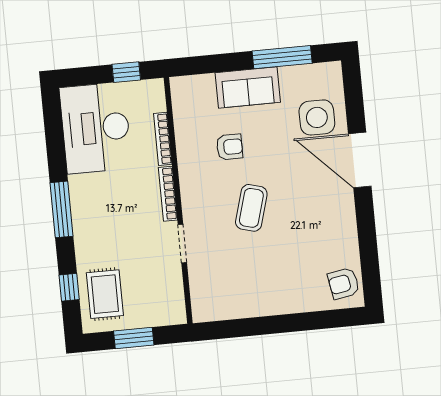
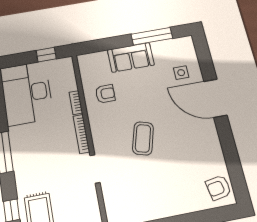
side table: (317, 117) -> (181, 73), width x0.54, depth x0.54
bookcase: (163, 139) -> (76, 103), width x0.64
armchair: (230, 147) -> (105, 94), moved

